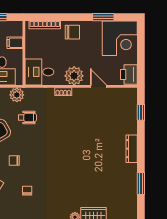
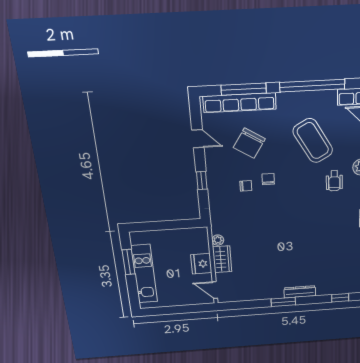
chair: (14, 160) -> (268, 179), moved
window: (141, 183) -> (283, 302), moved

